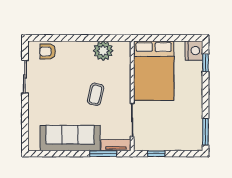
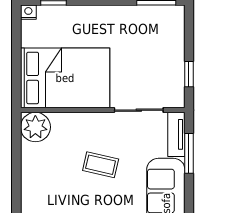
plant: (103, 51) -> (35, 127), moved
nightstand: (194, 51) -> (28, 12), width x0.53, depth x0.56

